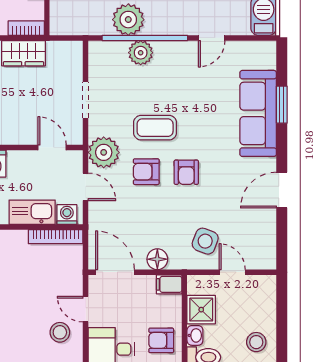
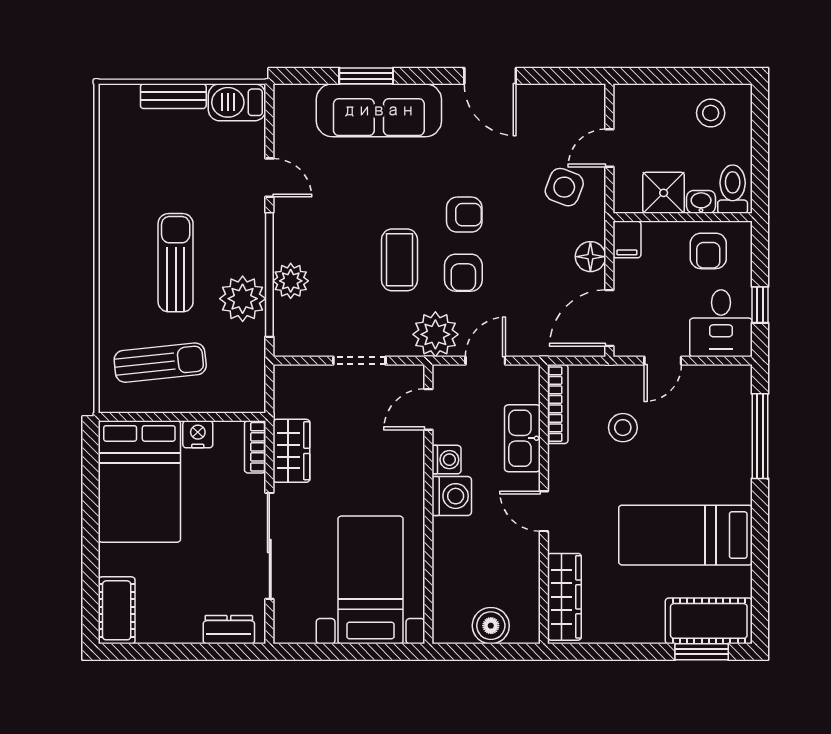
washing machine: (67, 215) -> (447, 460), moved, turned 180
stool: (60, 332) -> (623, 428), moved

